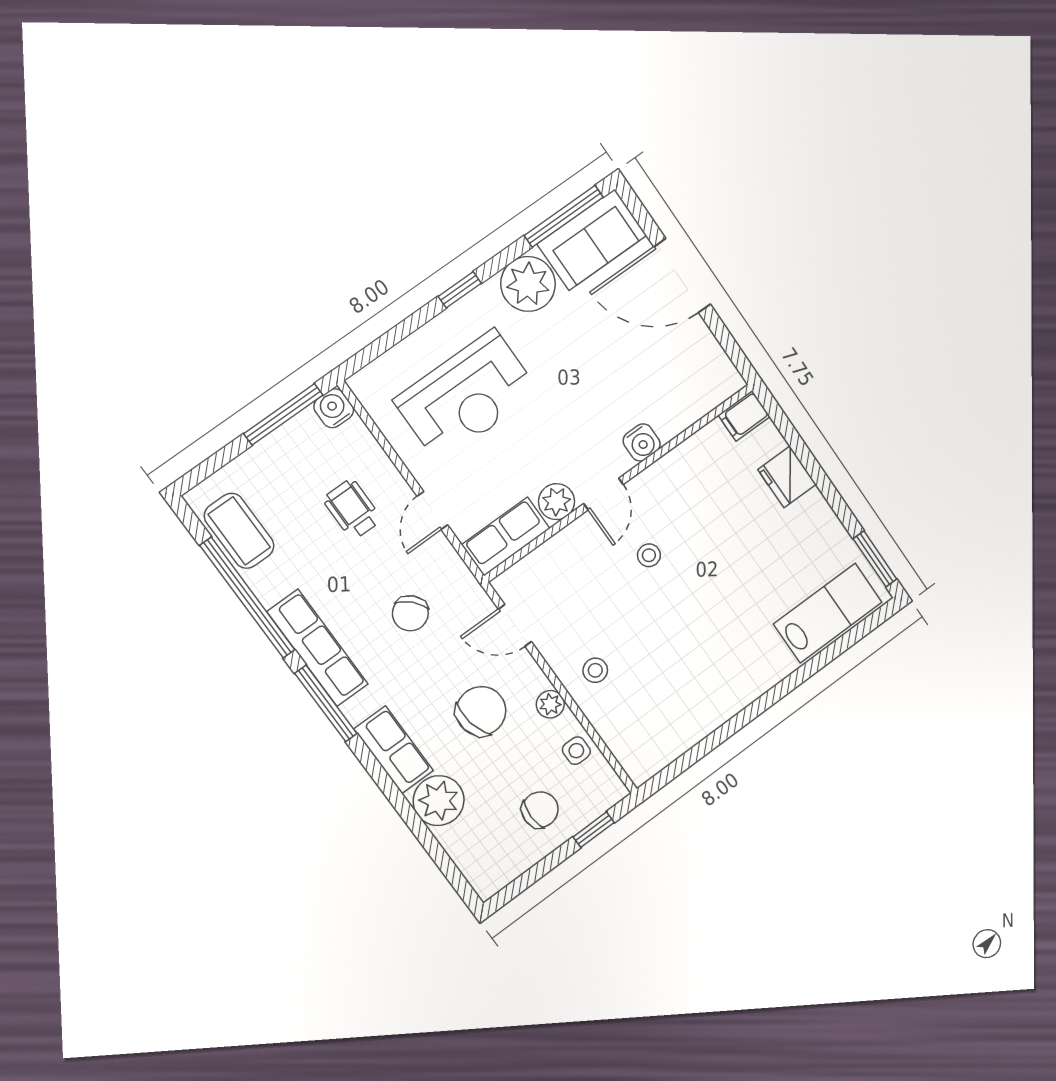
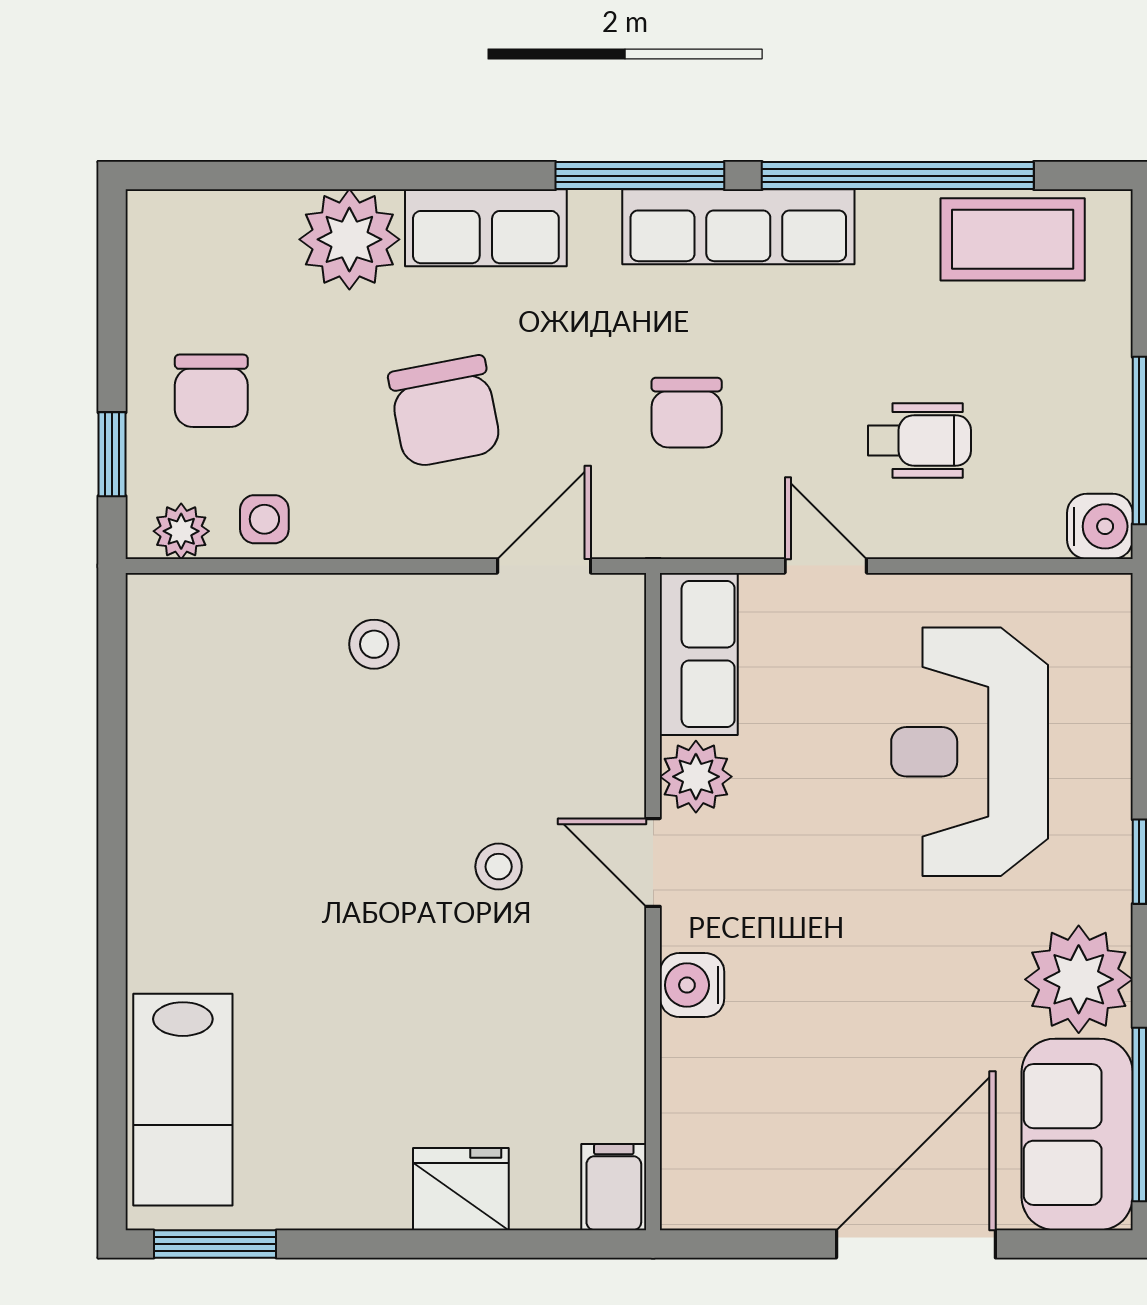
chair: (410, 613) -> (687, 413), turned -136
plant: (550, 704) -> (181, 531), moved

